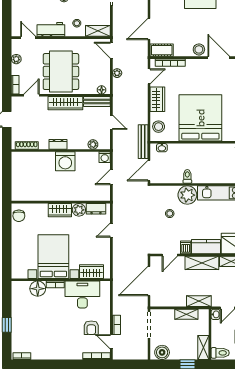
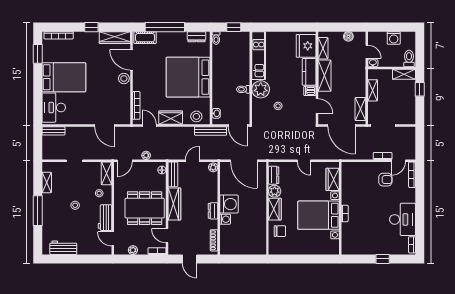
door: (28, 38) -> (113, 239), hinge flipped
cot: (162, 50) -> (125, 113), removed
door: (219, 58) -> (132, 60), hinge flipped
plant: (93, 144) -> (213, 167), moved
washing machine: (105, 157) -> (225, 219), moved
door: (111, 177) -> (244, 161), width x1.87
chair: (19, 216) -> (280, 231), moved
door: (111, 230) -> (304, 161), moved
floor lamp: (38, 289) -> (349, 230), removed
desk: (82, 294) -> (403, 219), moved, turned 180
shelving: (199, 301) -> (360, 109), moved
boiler: (162, 352) -> (409, 113), removed

